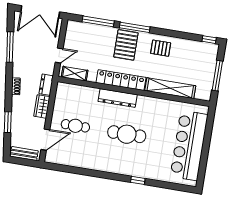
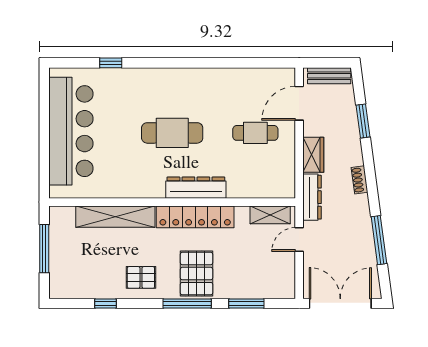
window: (98, 21) -> (246, 304), width x0.69
window: (209, 40) -> (106, 304), moved
dresser: (46, 85) -> (312, 197), width x1.44
window: (138, 180) -> (111, 63), moved

